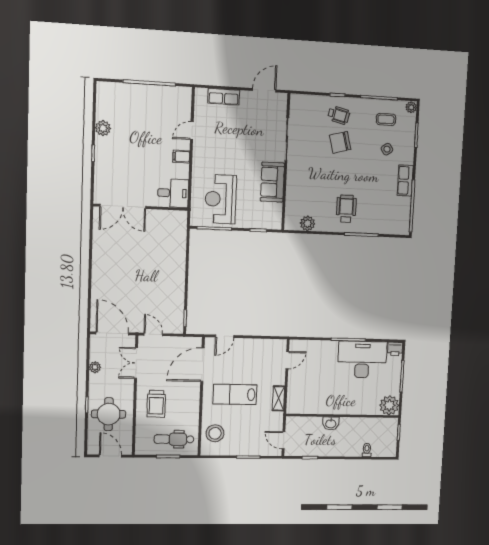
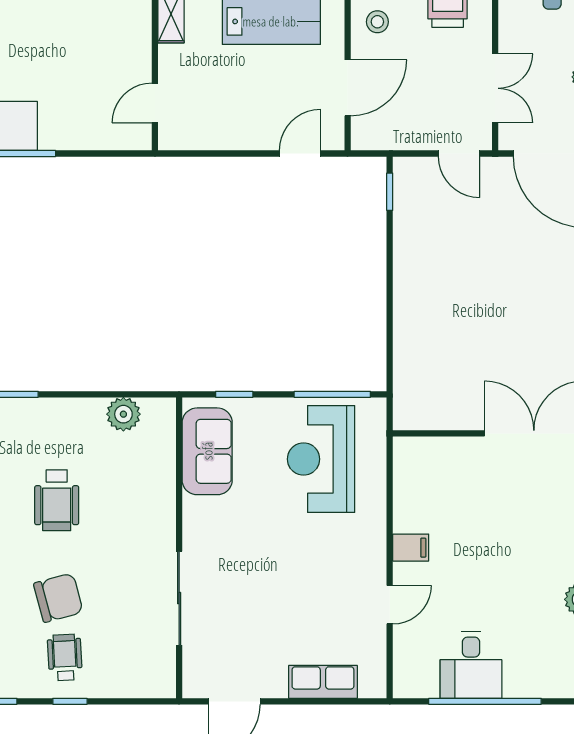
wheelchair: (339, 115) -> (65, 657), turned 74
sofa: (272, 182) -> (207, 451), moved
desk: (173, 193) -> (471, 665), moved, turned -90
reception desk: (221, 199) -> (321, 459), turned 180
wheelchair: (346, 209) -> (57, 500), moved
door: (202, 365) -> (348, 88), width x0.73
stool: (188, 393) -> (377, 22), added

